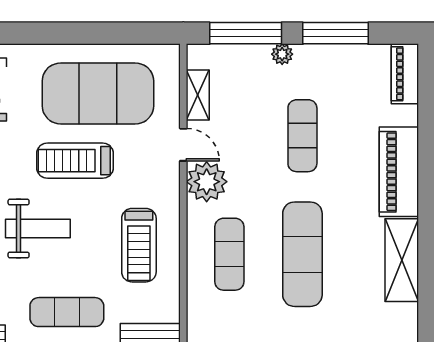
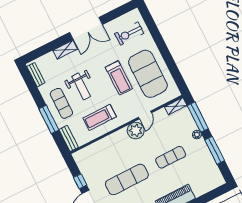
piano: (405, 74) -> (213, 184), removed
shelving: (198, 95) -> (176, 106), moved
treadmill: (75, 161) -> (119, 78), turned 180
weight bench: (38, 228) -> (81, 86), moved
exercise mat: (229, 254) -> (113, 153), removed

